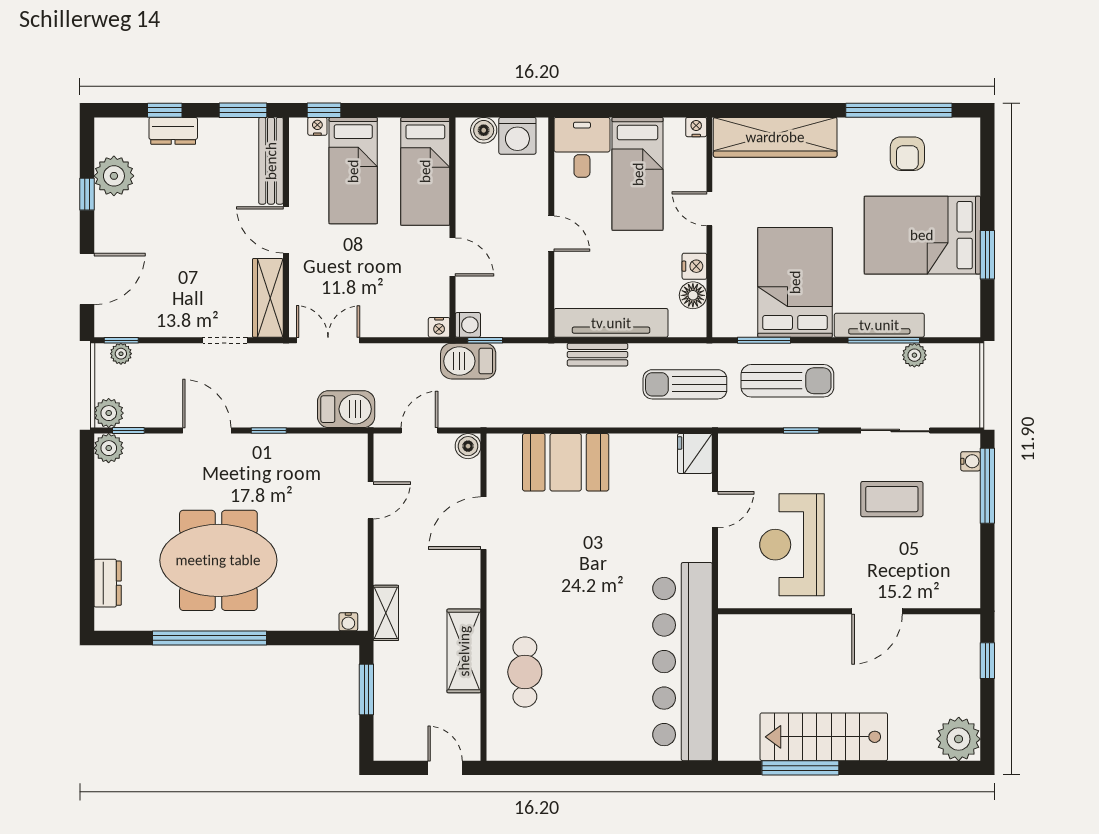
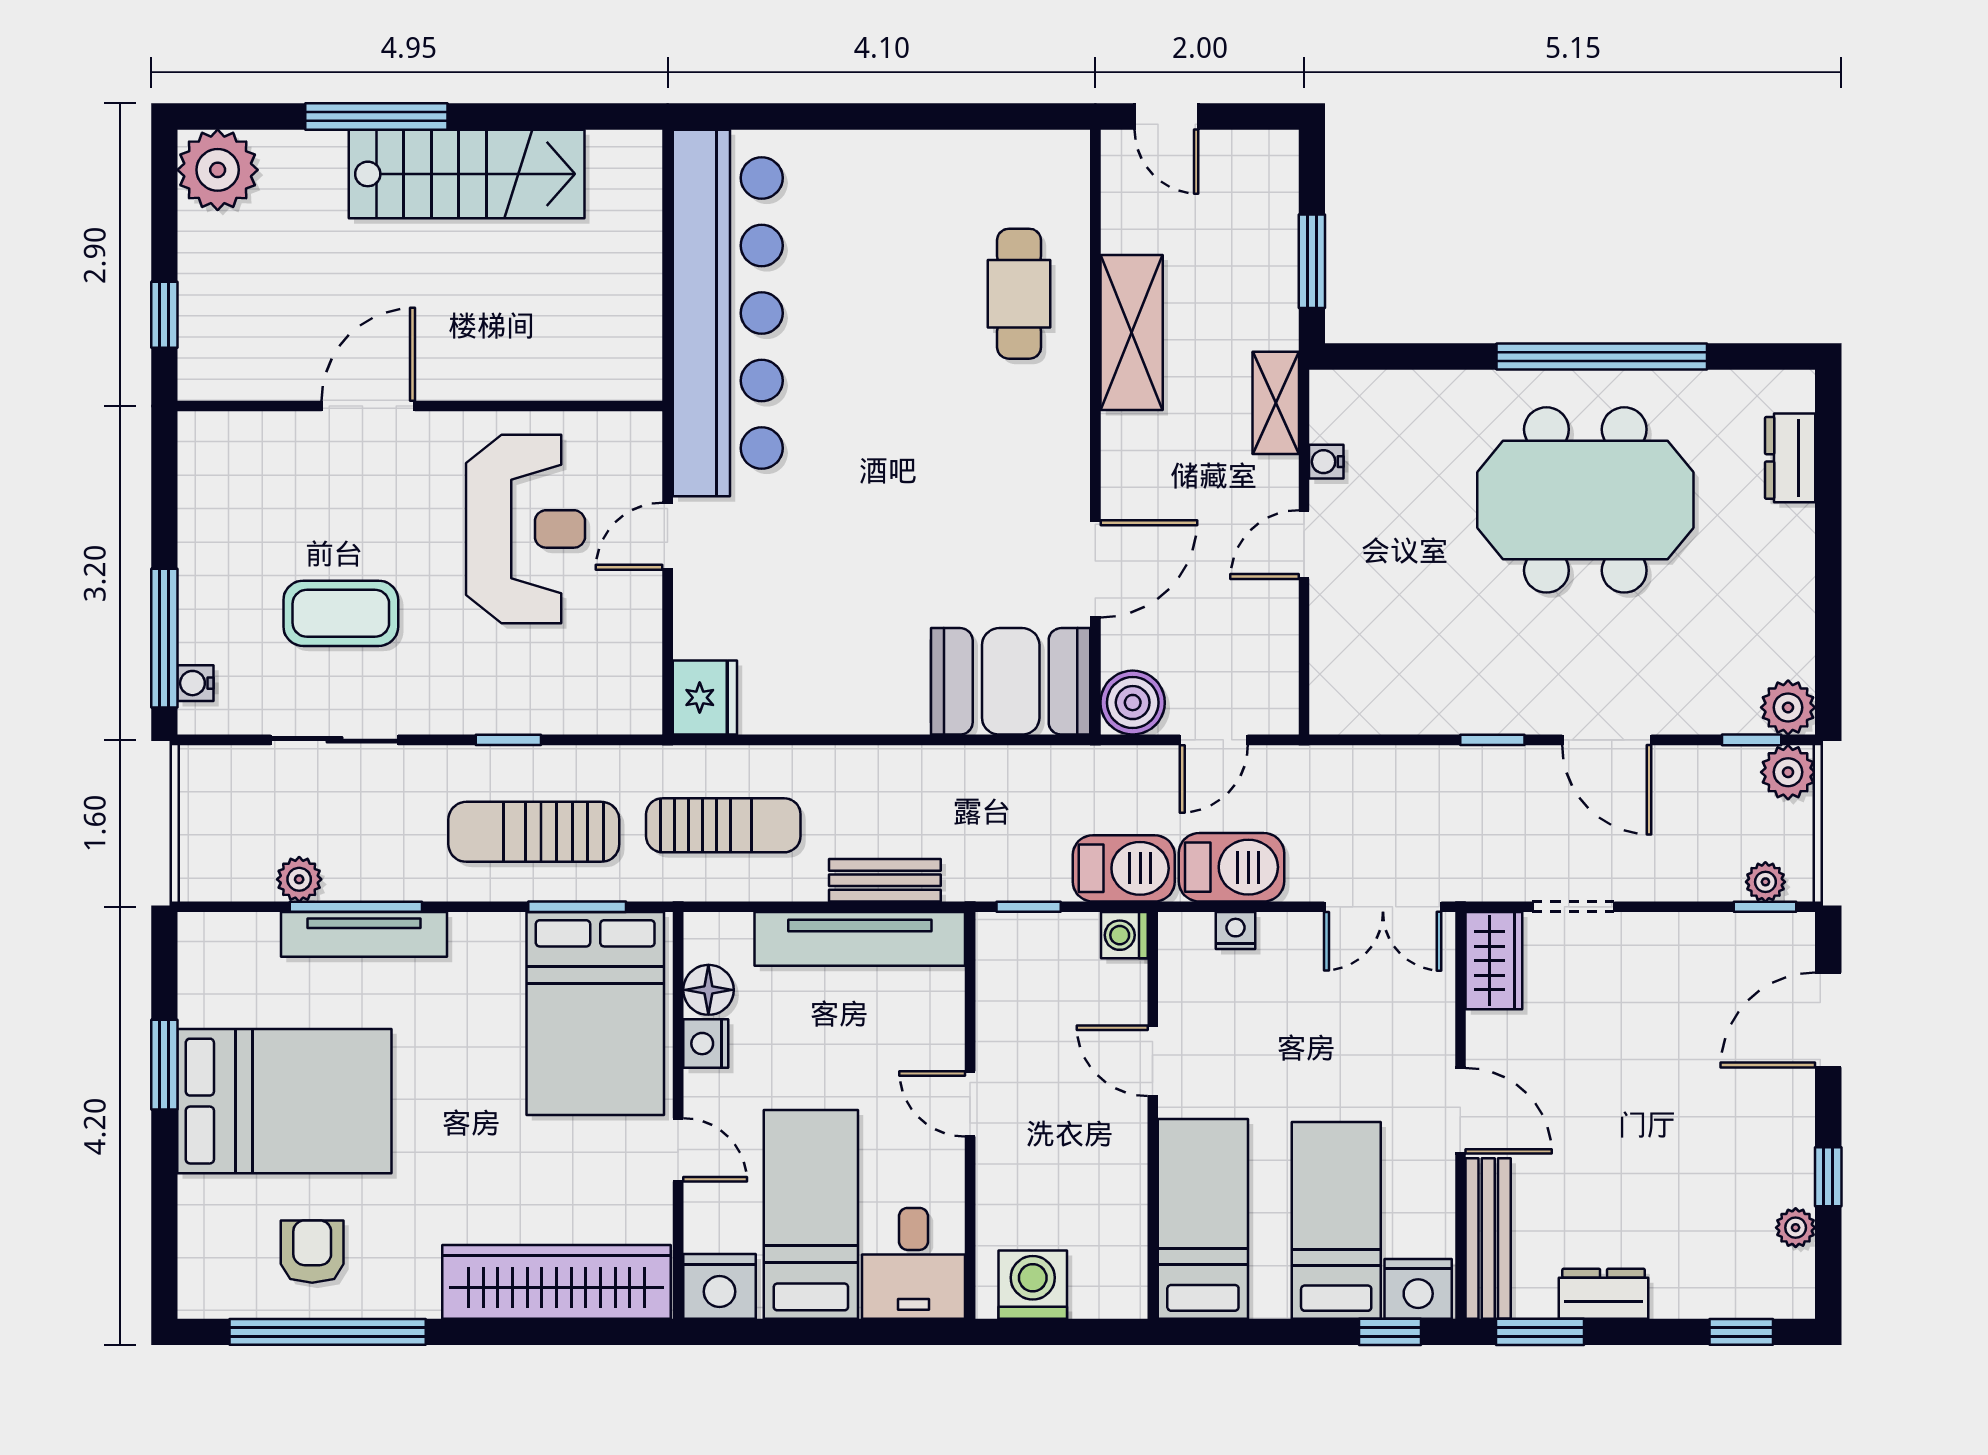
window: (165, 110) -> (1741, 1332), moved
nightstand: (317, 126) -> (1418, 1289), width x1.89, depth x1.79
nightstand: (696, 127) -> (720, 1286), width x1.89, depth x1.79
boiler: (484, 130) -> (1095, 1295), removed
dresser: (173, 131) -> (1604, 1294), moved
plant: (114, 176) -> (1796, 1228), width x0.53, depth x0.53
bed: (795, 282) -> (595, 1014), moved
wardrobe: (268, 298) -> (1494, 961), width x0.67
nightstand: (439, 327) -> (1236, 931), moved
window: (485, 340) -> (1029, 907), moved
barbecue: (346, 409) -> (1231, 867), moved, turned 180
boiler: (468, 446) -> (1133, 703), width x1.36, depth x1.36
booth: (566, 462) -> (1011, 681), moved
door: (371, 500) -> (1304, 545), moved
door: (715, 510) -> (668, 536), moved
water cooler: (348, 622) -> (1326, 462), moved, turned -90
window: (800, 768) -> (376, 117), moved

